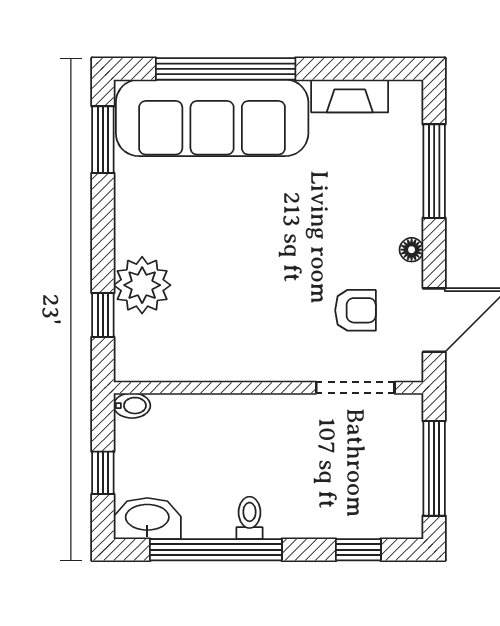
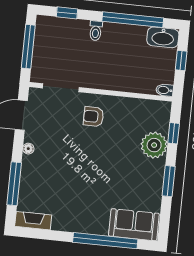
fireplace: (350, 96) -> (33, 221), moved
sofa: (212, 118) -> (134, 225), width x0.54, depth x0.79
window: (103, 140) -> (169, 181), moved
armchair: (355, 310) -> (94, 117), moved
toilet: (250, 518) -> (96, 31), moved

